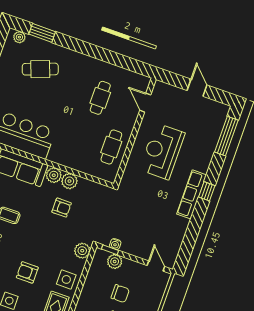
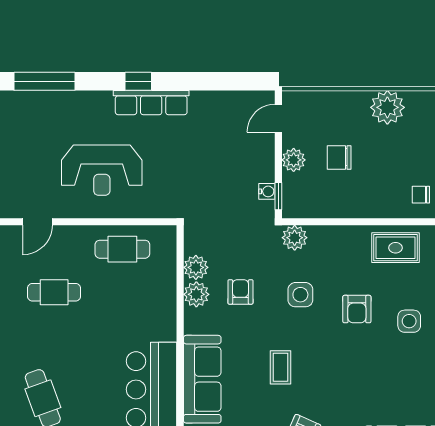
plant: (54, 175) -> (196, 267), moved
plant: (115, 261) -> (294, 160), moved
side table: (66, 279) -> (300, 295), moved
chair: (120, 294) -> (339, 157), turned -90

